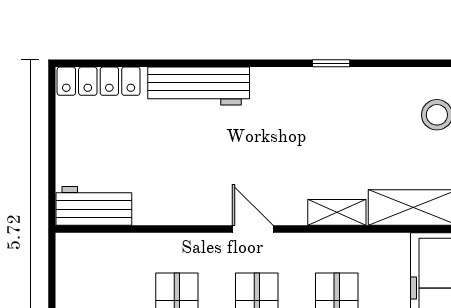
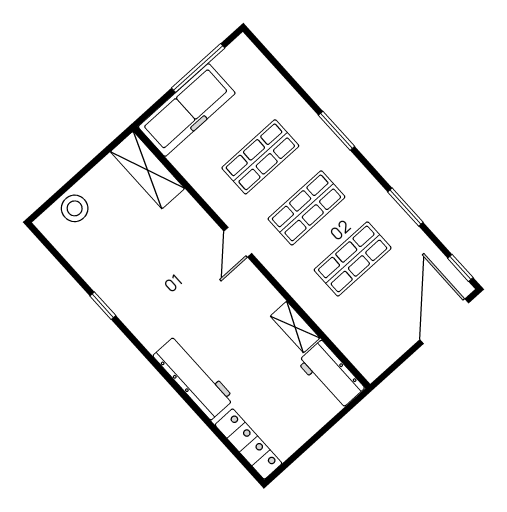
shelving: (337, 212) -> (295, 327), moved
door: (253, 229) -> (238, 242), moved

